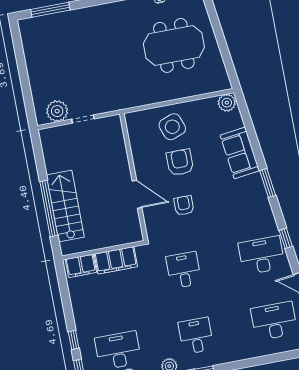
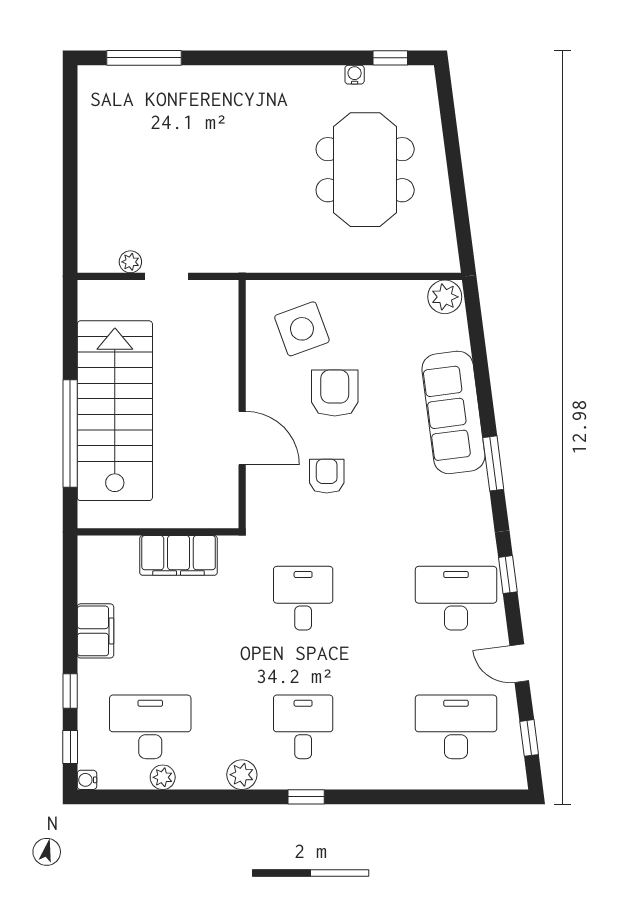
meeting table: (174, 45) -> (365, 170), turned 90
plant: (57, 111) -> (130, 262), width x0.53, depth x0.53
side table: (172, 127) -> (302, 329), moved
sofa: (240, 153) -> (453, 412), width x1.36
stairs: (65, 206) -> (115, 411), width x1.36, depth x1.51
filing cabinet: (81, 266) -> (95, 631), moved, turned -90

